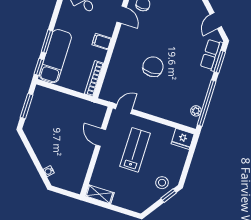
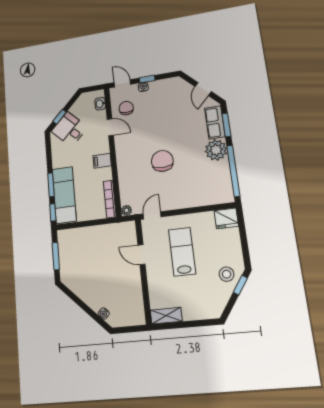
plant: (104, 95) -> (126, 210), added
plant: (196, 111) -> (216, 150), moved, width x1.88, depth x1.88

